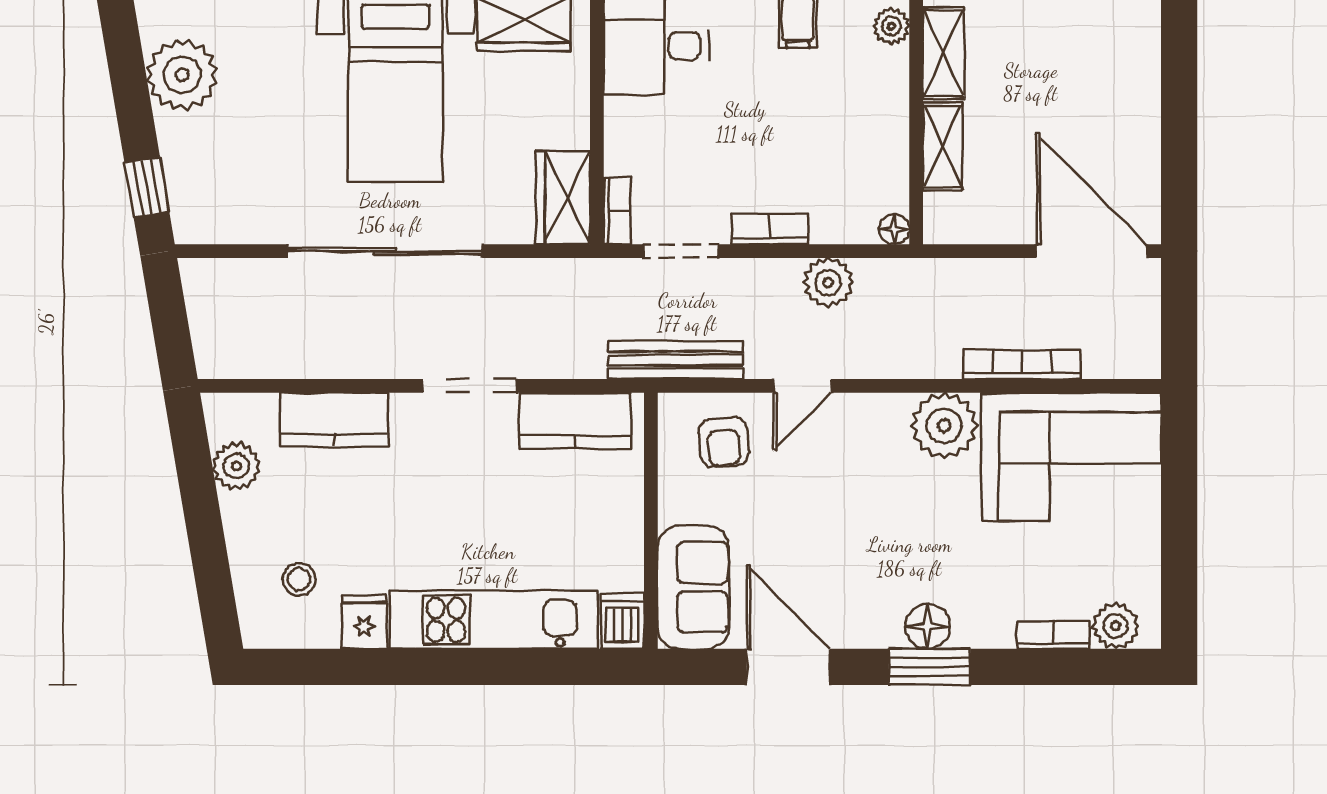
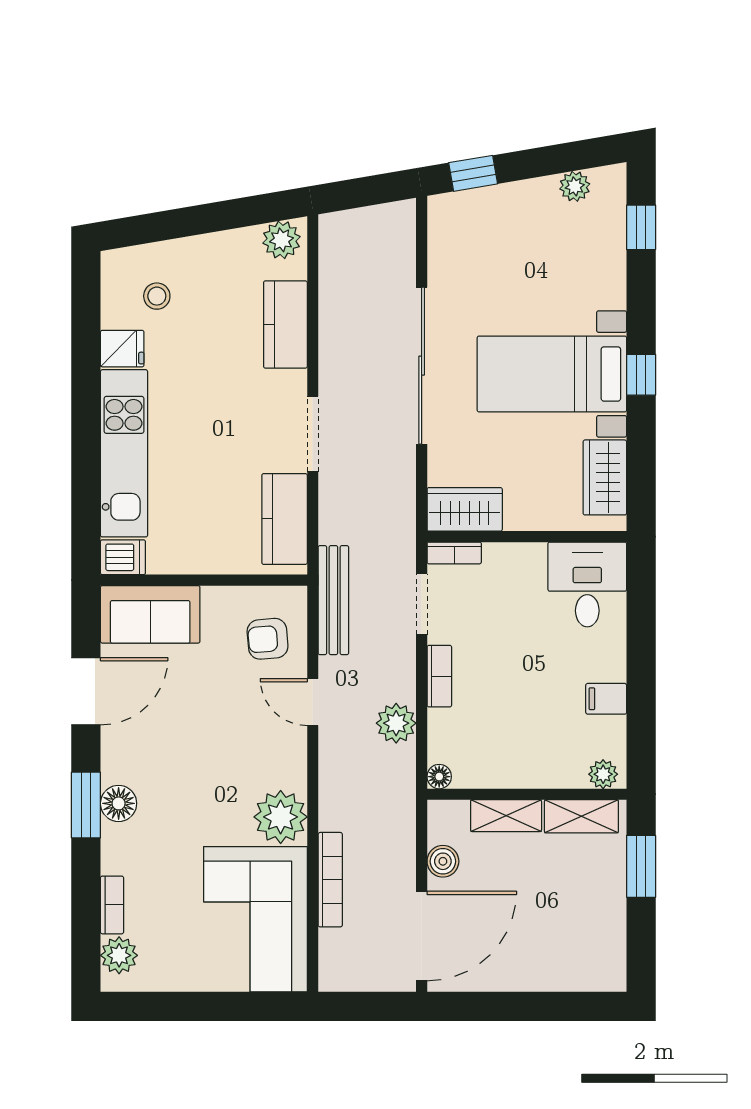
plant: (182, 75) -> (575, 186), width x0.53, depth x0.53
boiler: (999, 225) -> (443, 861), added
plant: (236, 466) -> (281, 240), moved

